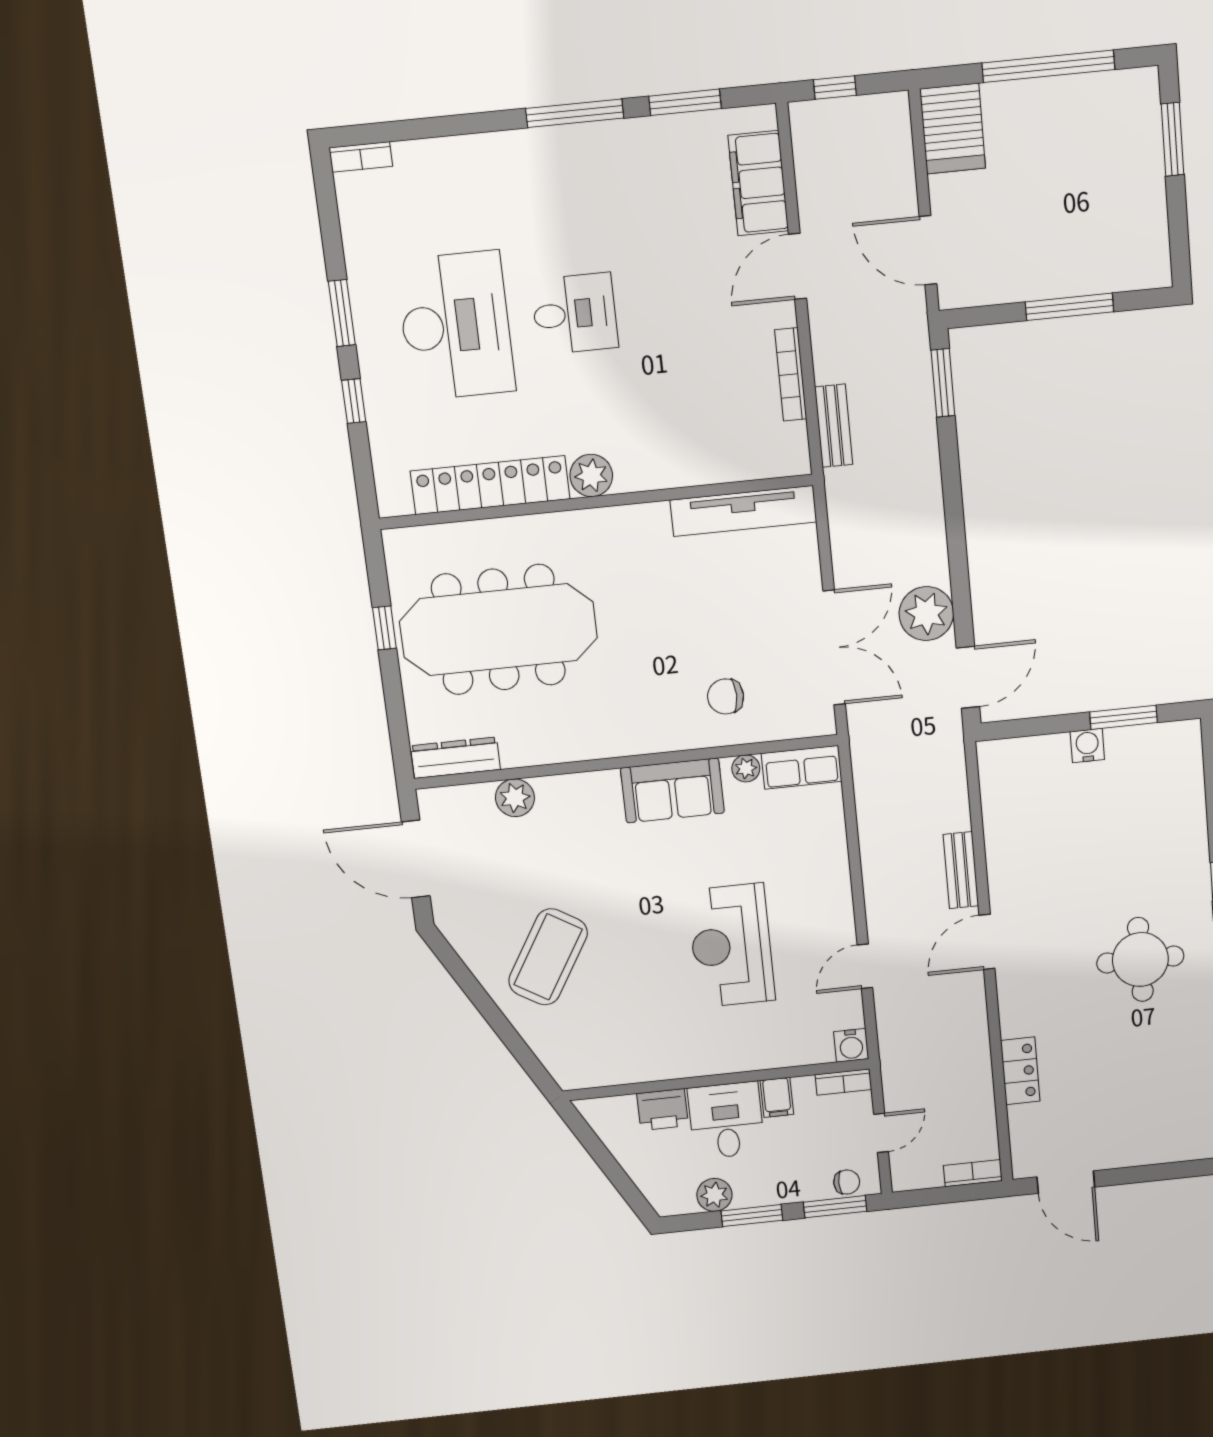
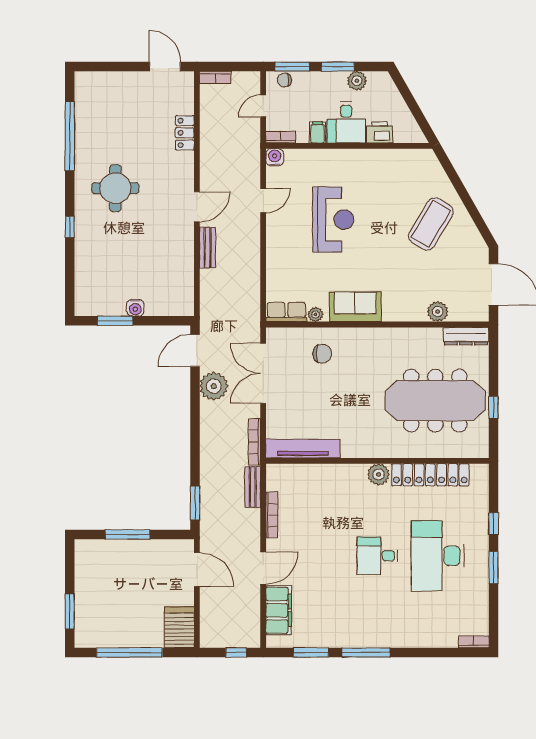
bookcase: (838, 514) -> (254, 442), added

